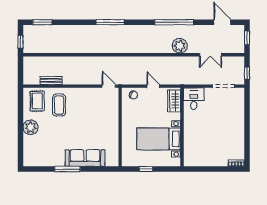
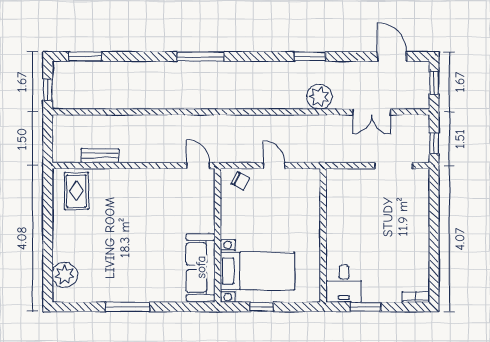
window: (174, 22) -> (310, 57), width x0.47
desk: (194, 99) -> (344, 284), moved, turned 180
wardrobe: (174, 101) -> (310, 191), removed
coffee table: (59, 105) -> (113, 198), removed
plant: (31, 127) -> (65, 275), moved
bed with nightstands: (159, 139) -> (257, 271), moved, turned 180
sofa: (85, 158) -> (201, 267), moved, turned -90
window: (207, 169) -> (365, 307), added

